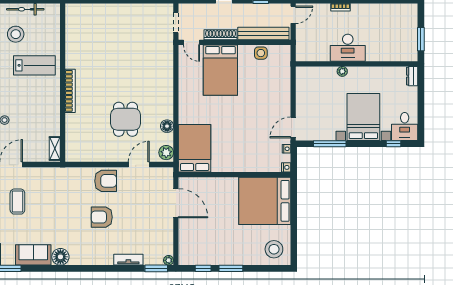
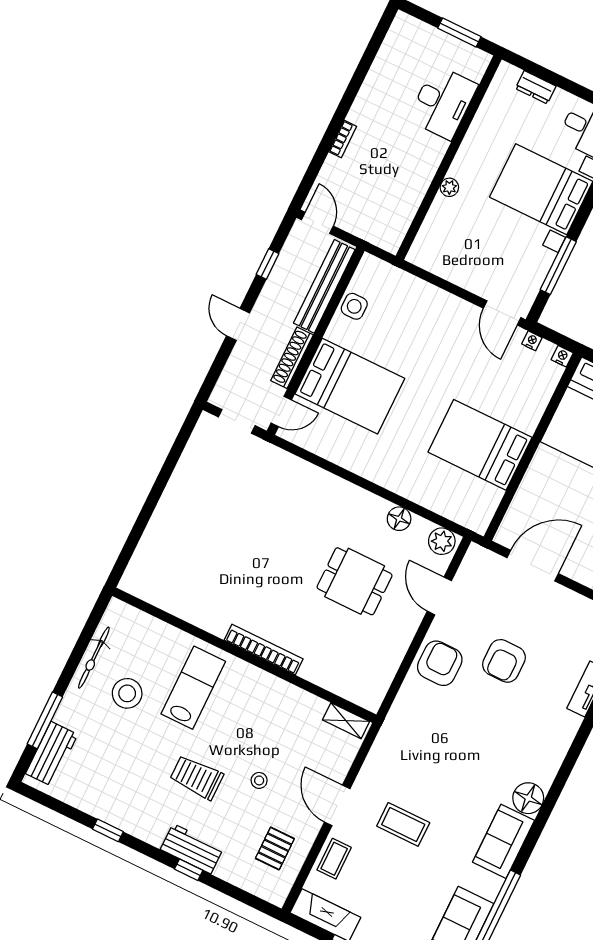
desk: (348, 48) -> (443, 102), moved
dresser: (412, 76) -> (536, 87), moved
bed: (195, 148) -> (480, 445), moved
armchair: (102, 217) -> (504, 661), moved

